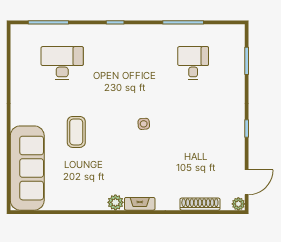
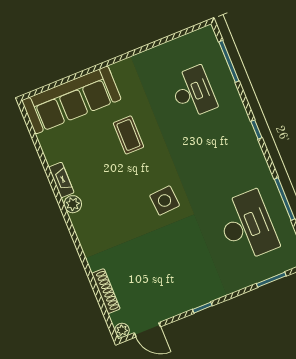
desk: (193, 63) -> (247, 226), width x1.87, depth x1.30
side table: (144, 124) -> (165, 201), width x1.87, depth x1.87
coffee table: (76, 132) -> (128, 135), turned 90
fireplace: (140, 204) -> (61, 180), moved

